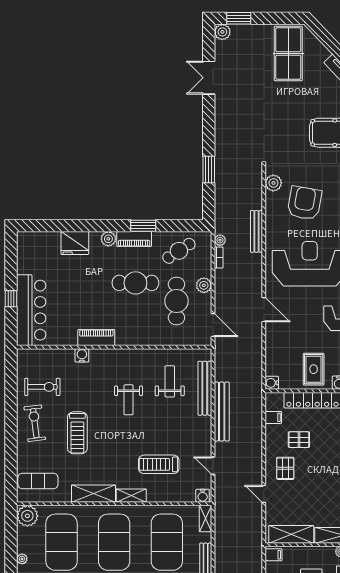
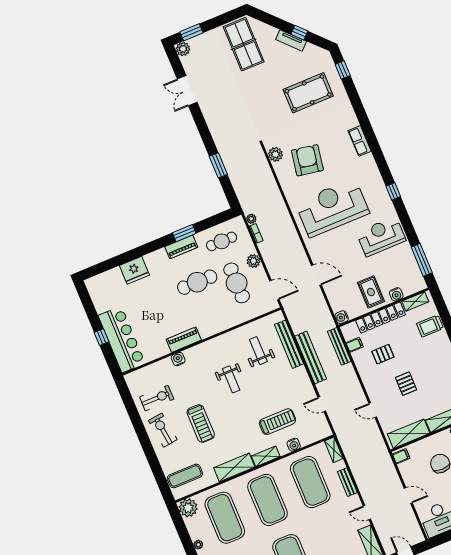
bench: (256, 231) -> (339, 346), moved
plant: (108, 239) -> (160, 255), removed
cafe table: (179, 251) -> (222, 241), turned 33
door: (264, 310) -> (316, 275), moved
treadmill: (159, 464) -> (277, 422), turned 180
pallet: (285, 468) -> (406, 384), moved
water cooler: (203, 496) -> (294, 445), moved

